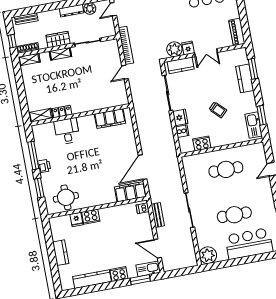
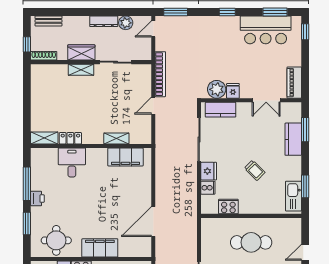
double door: (206, 53) -> (266, 100), moved
shelving: (29, 59) -> (116, 139), moved
filing cabinet: (130, 192) -> (100, 248), moved

